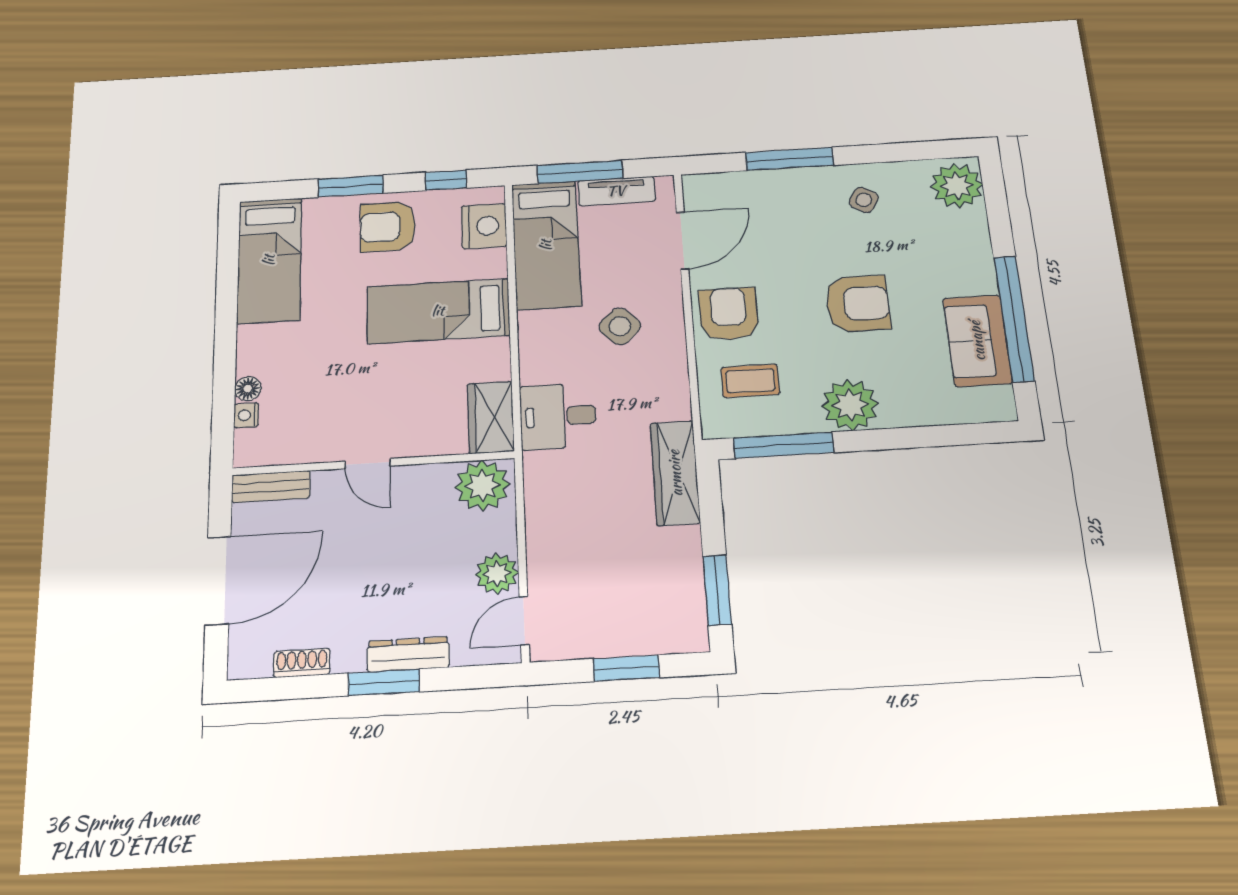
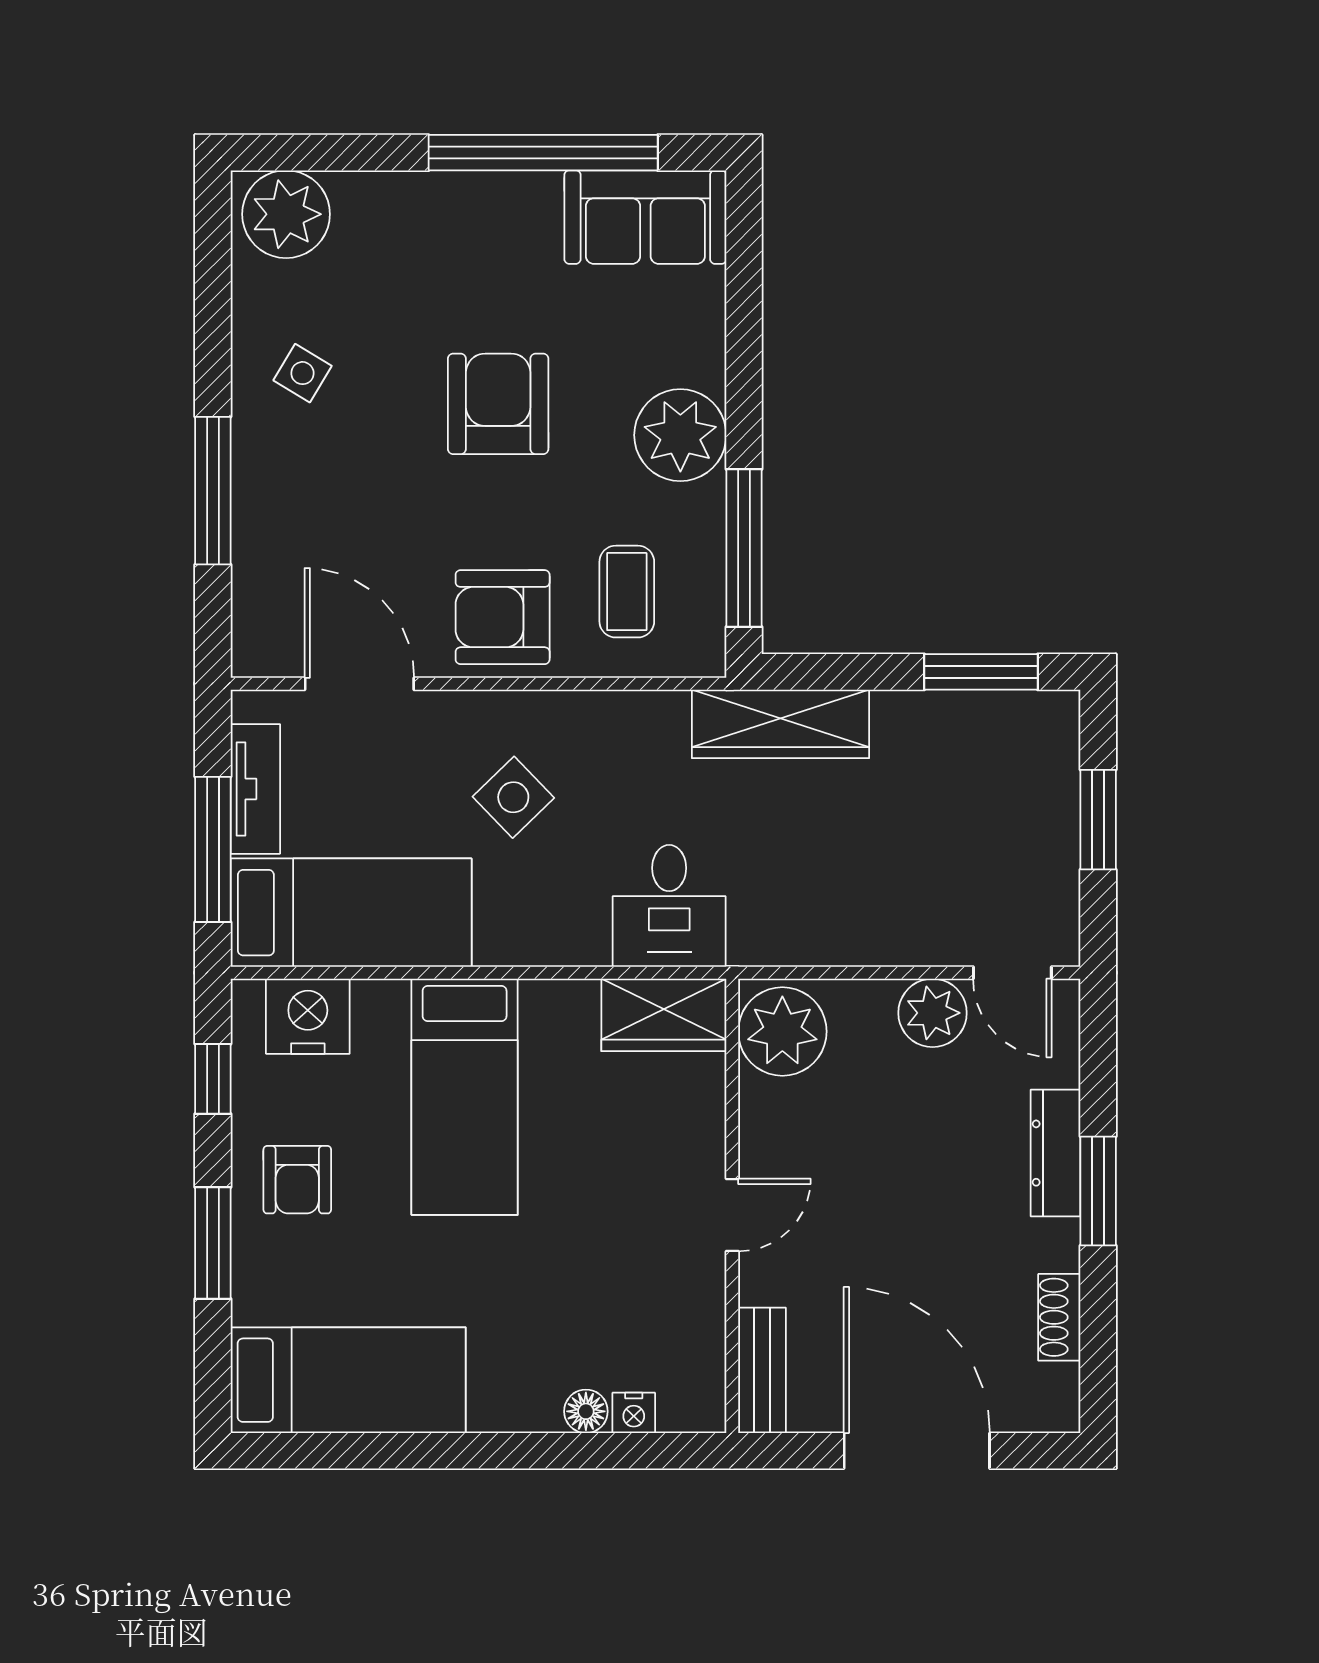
armchair: (388, 227) -> (297, 1180), width x0.72, depth x0.72
sofa: (977, 341) -> (645, 217), moved

